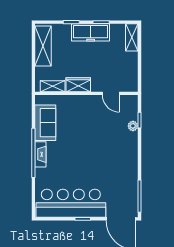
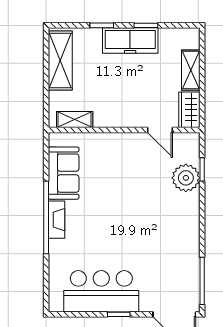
shelving: (132, 37) -> (191, 70), moved
wardrobe: (78, 85) -> (189, 110), moved, turned -90
plant: (133, 126) -> (186, 178), width x1.88, depth x1.88
bar counter: (71, 203) -> (101, 291), width x0.73

